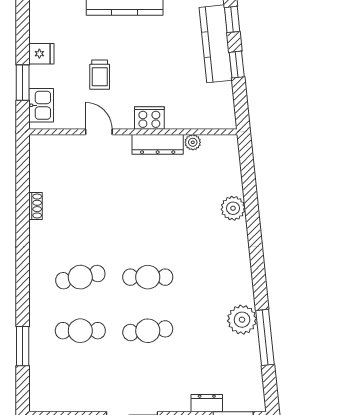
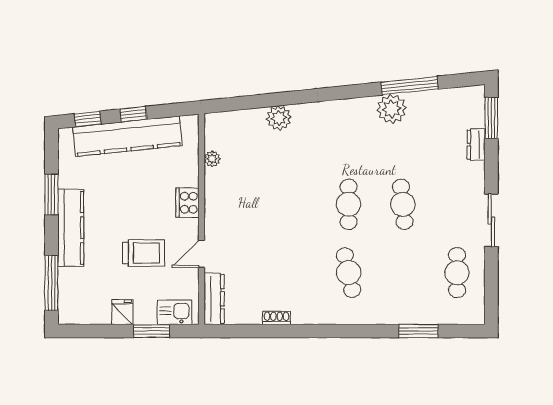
kitchen counter: (216, 44) -> (127, 136), width x1.39, depth x1.17
trolley: (100, 75) -> (144, 253), width x1.36, depth x1.39
dresser: (158, 144) -> (214, 299), moved
cafe table: (80, 331) -> (457, 273), moved

